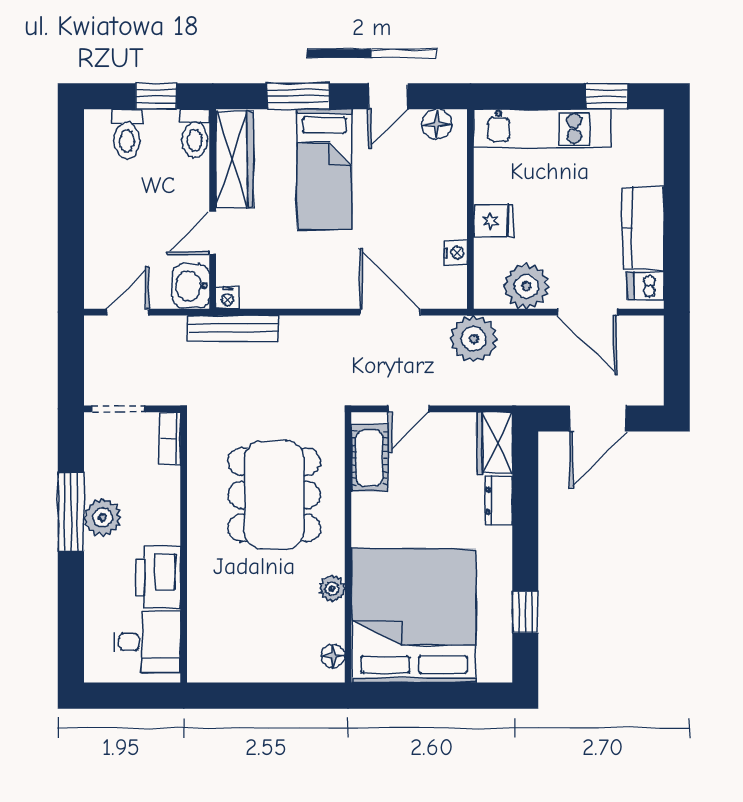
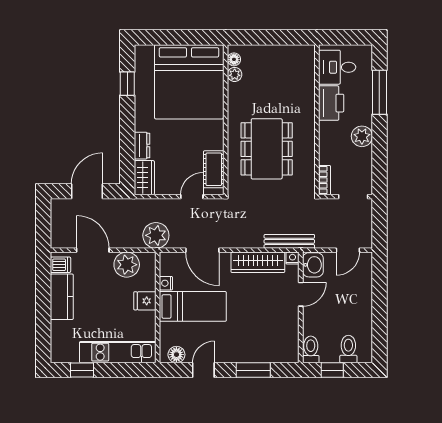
wardrobe: (235, 159) -> (258, 262), moved, turned -90
bed: (324, 169) -> (193, 306), moved, turned 90
window: (71, 512) -> (379, 92), moved
plant: (332, 589) -> (235, 74), moved

